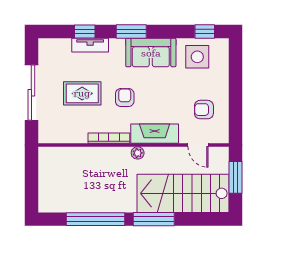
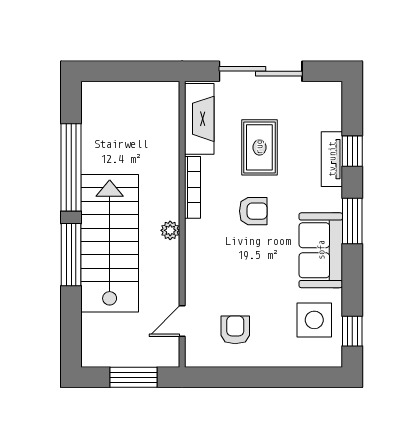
fireplace: (155, 134) -> (199, 119), moved
stairs: (183, 193) -> (110, 243), moved

